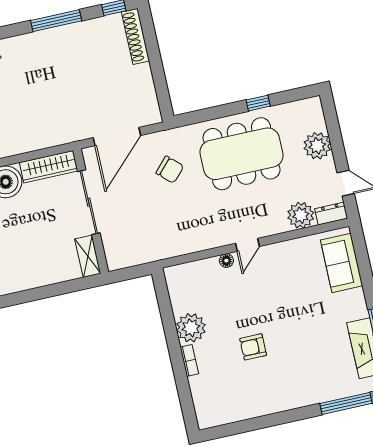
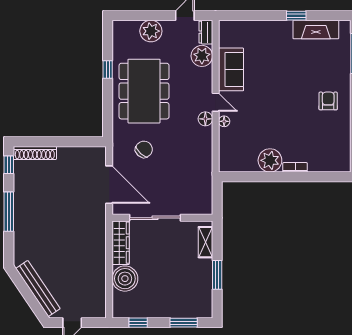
floor lamp: (224, 237) -> (205, 119), added
shelving: (88, 256) -> (205, 242), moved, turned 90
sofa: (342, 263) -> (231, 69), moved, turned -90
window: (36, 294) -> (217, 275), added
armchair: (253, 347) -> (328, 101), moved, turned 180

